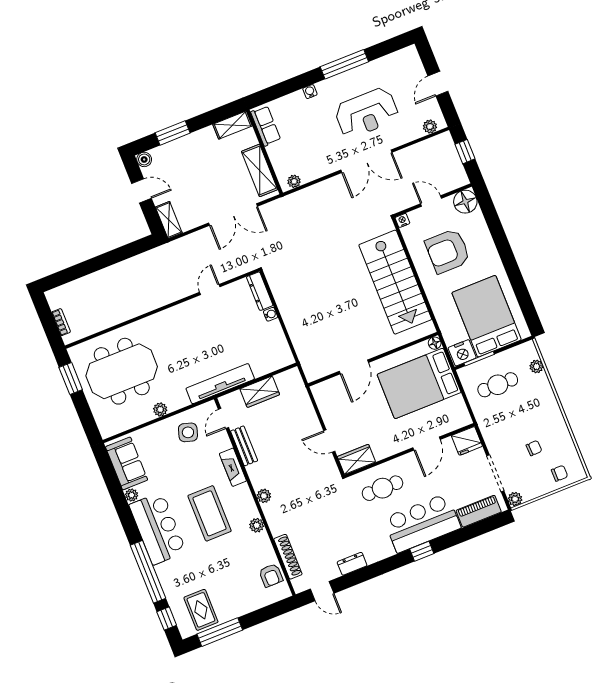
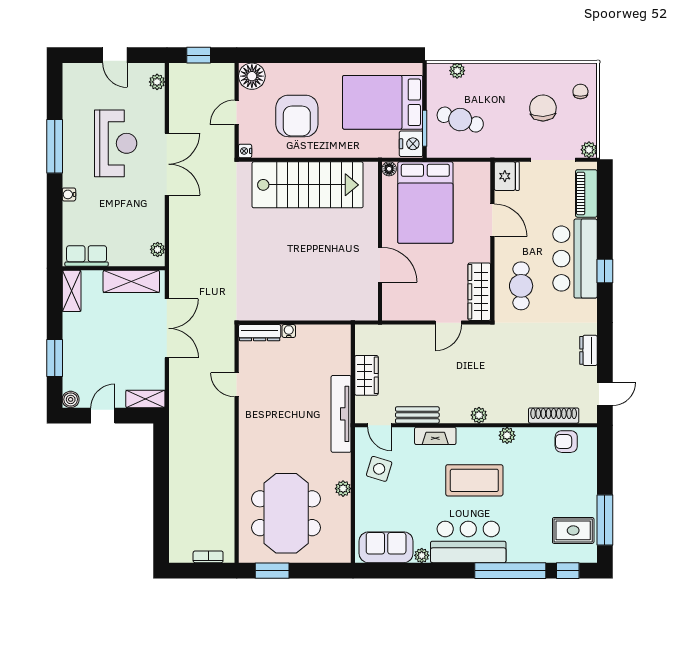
cafe table: (498, 385) -> (460, 120), turned -73
chair: (534, 448) -> (543, 108), width x1.87, depth x1.87
wardrobe: (356, 459) -> (479, 292), width x1.50
armchair: (271, 575) -> (566, 442), turned 180

